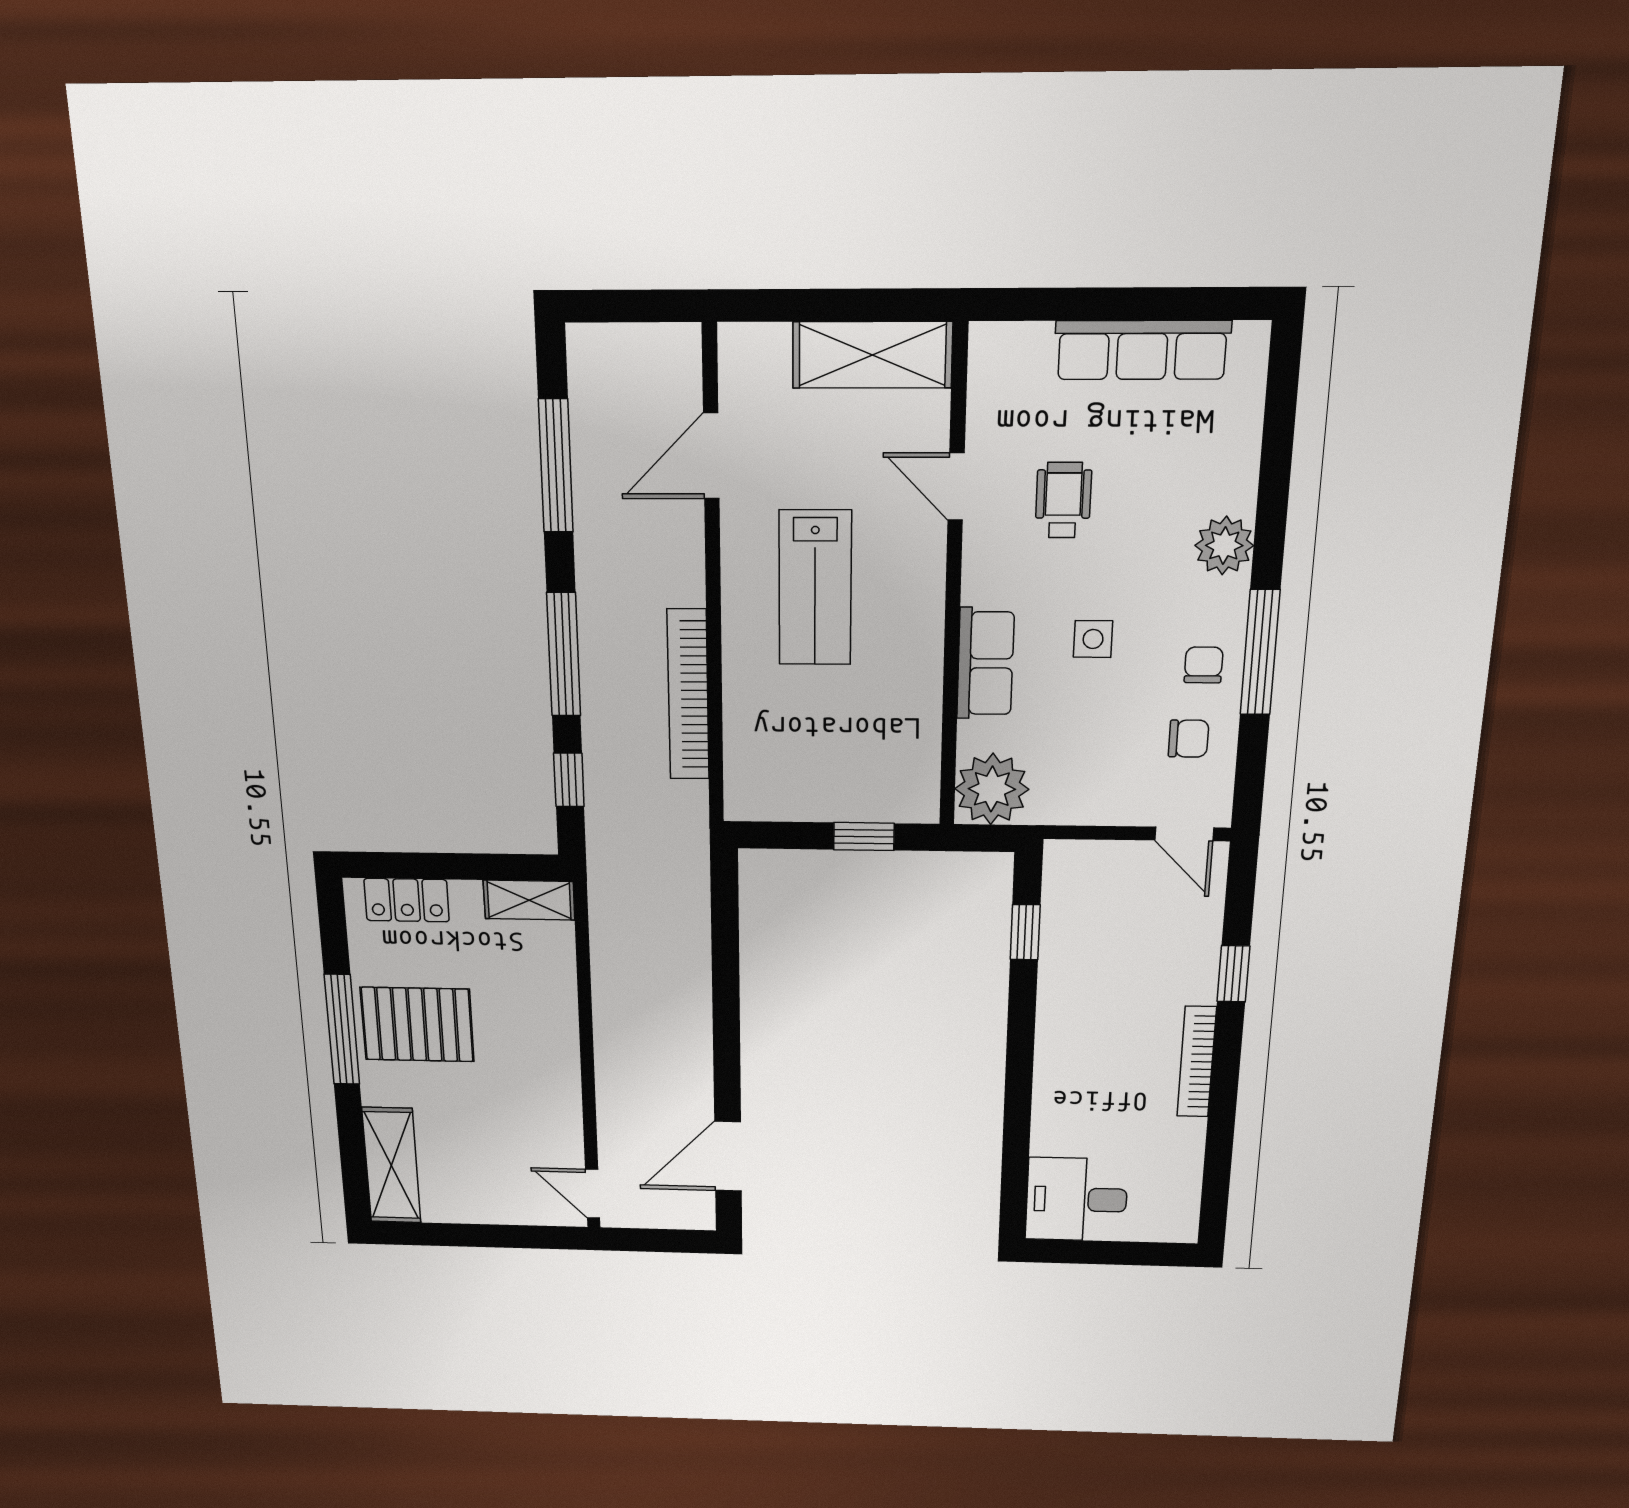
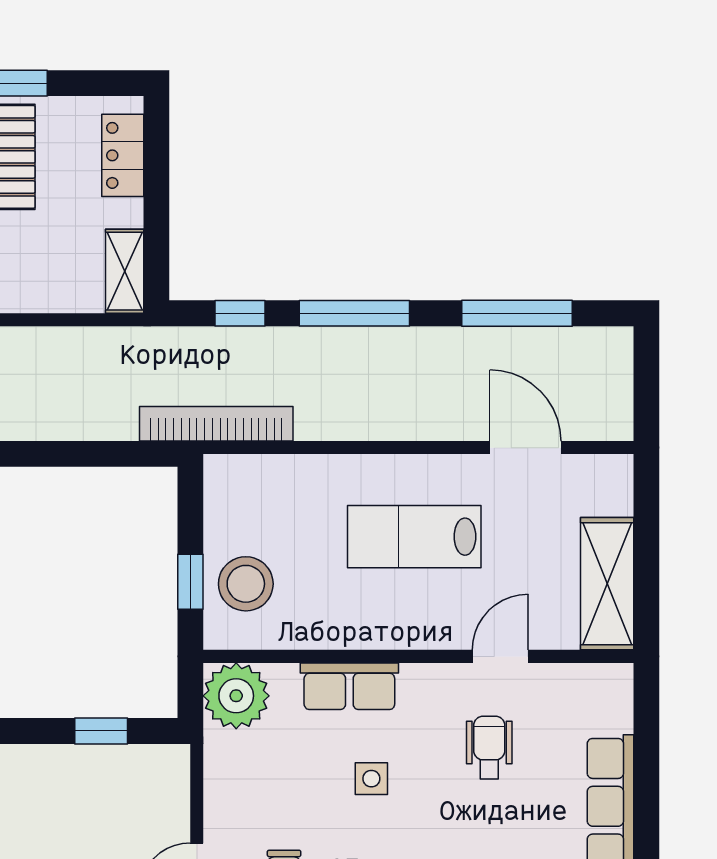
wheelchair: (1063, 500) -> (489, 747), turned -90
bookcase: (688, 695) -> (216, 424), moved
stool: (867, 777) -> (246, 584), added

